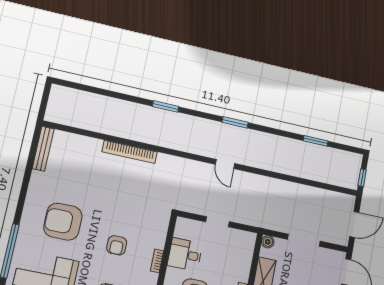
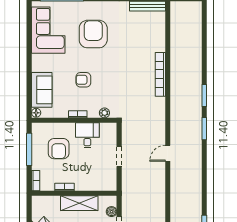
window: (235, 122) -> (204, 129), moved
plant: (162, 228) -> (104, 113), added
boiler: (268, 242) -> (112, 212), moved

